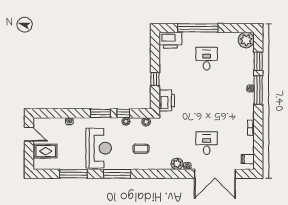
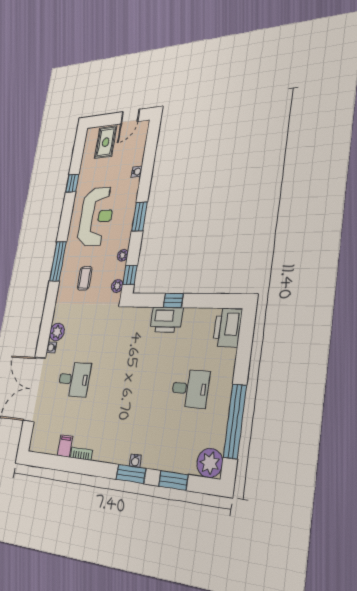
window: (198, 28) -> (235, 421), moved
window: (258, 90) -> (131, 474), width x0.69
printer: (167, 100) -> (166, 320), moved
window: (123, 113) -> (130, 275), moved
reception desk: (99, 148) -> (96, 216), turned -90
filing cabinet: (248, 159) -> (65, 446), moved
window: (73, 174) -> (72, 183), width x0.46
window: (117, 174) -> (58, 261), moved

